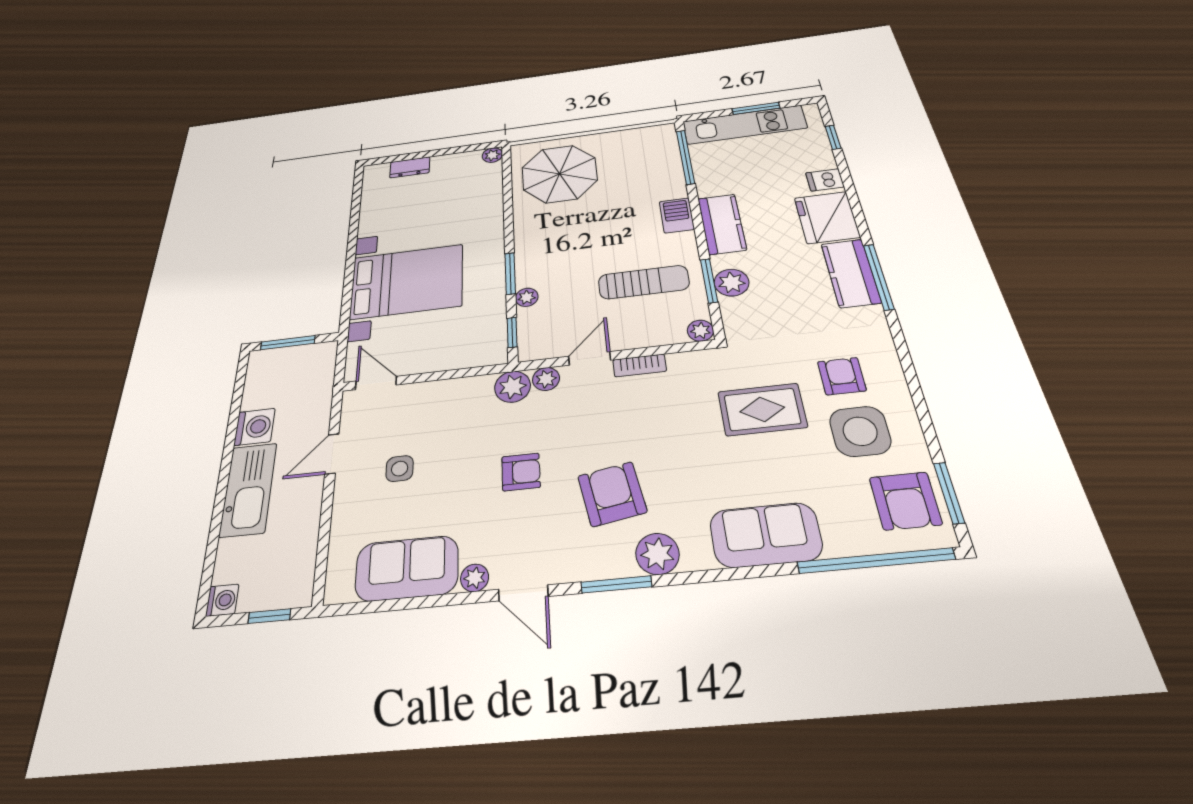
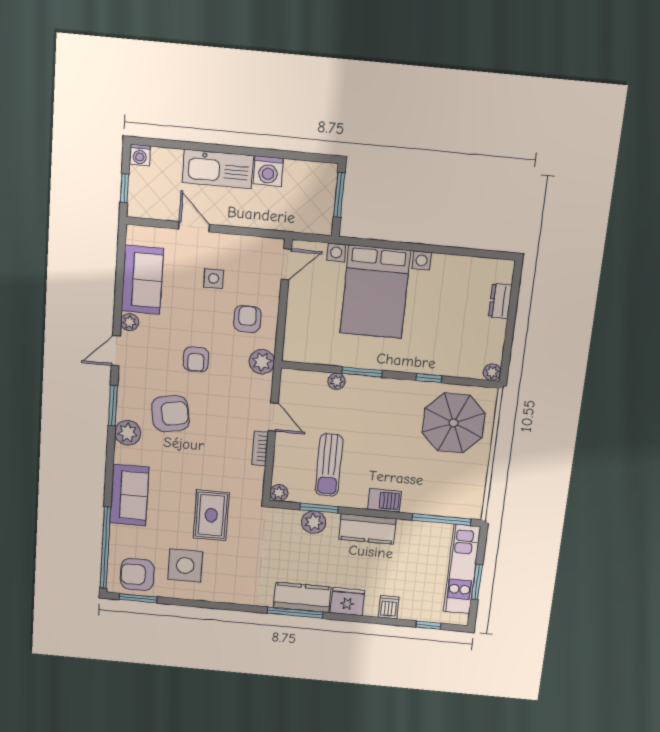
fridge: (827, 217) -> (347, 602), width x0.73, depth x0.75
window: (512, 332) -> (429, 378), moved
armchair: (842, 376) -> (247, 319), moved, turned -90
plant: (546, 379) -> (263, 385), removed
door: (332, 454) -> (194, 227), moved

